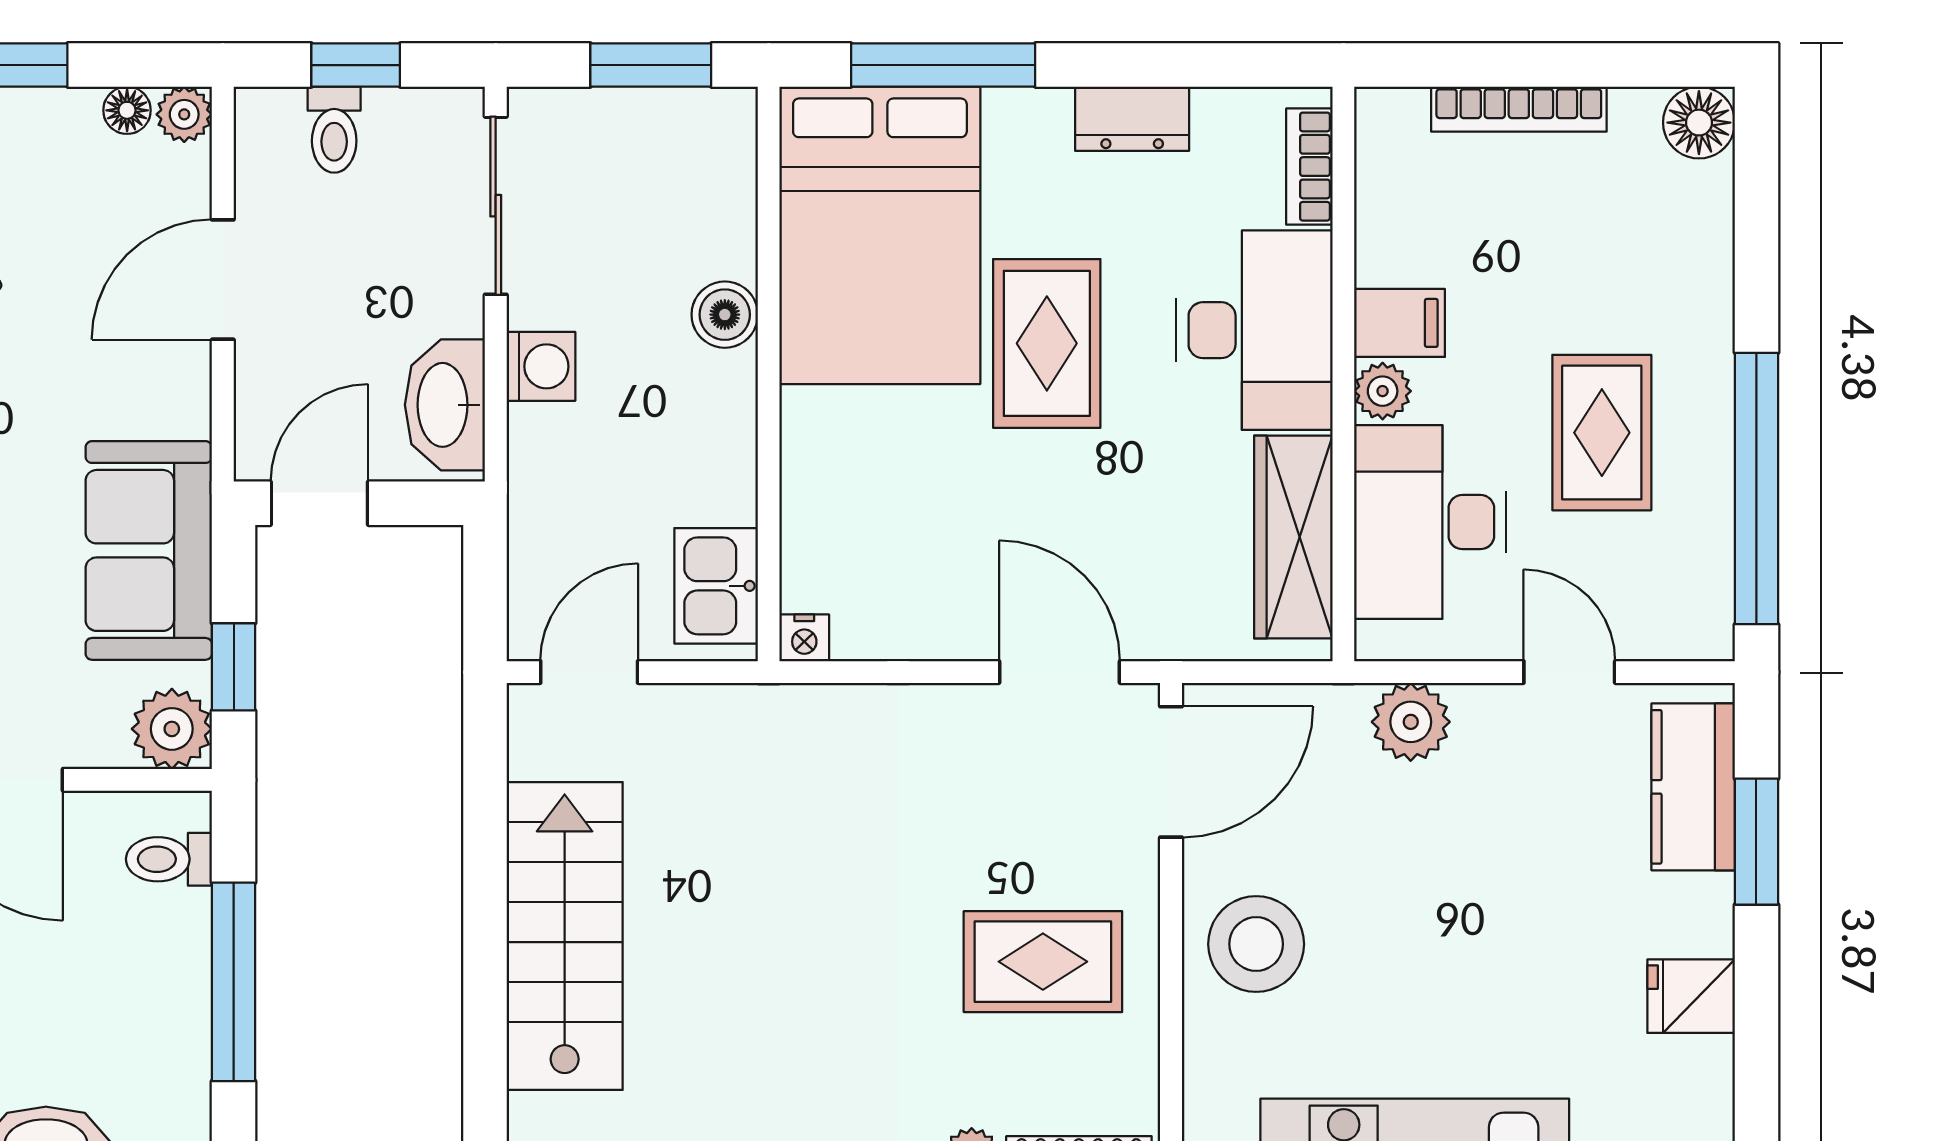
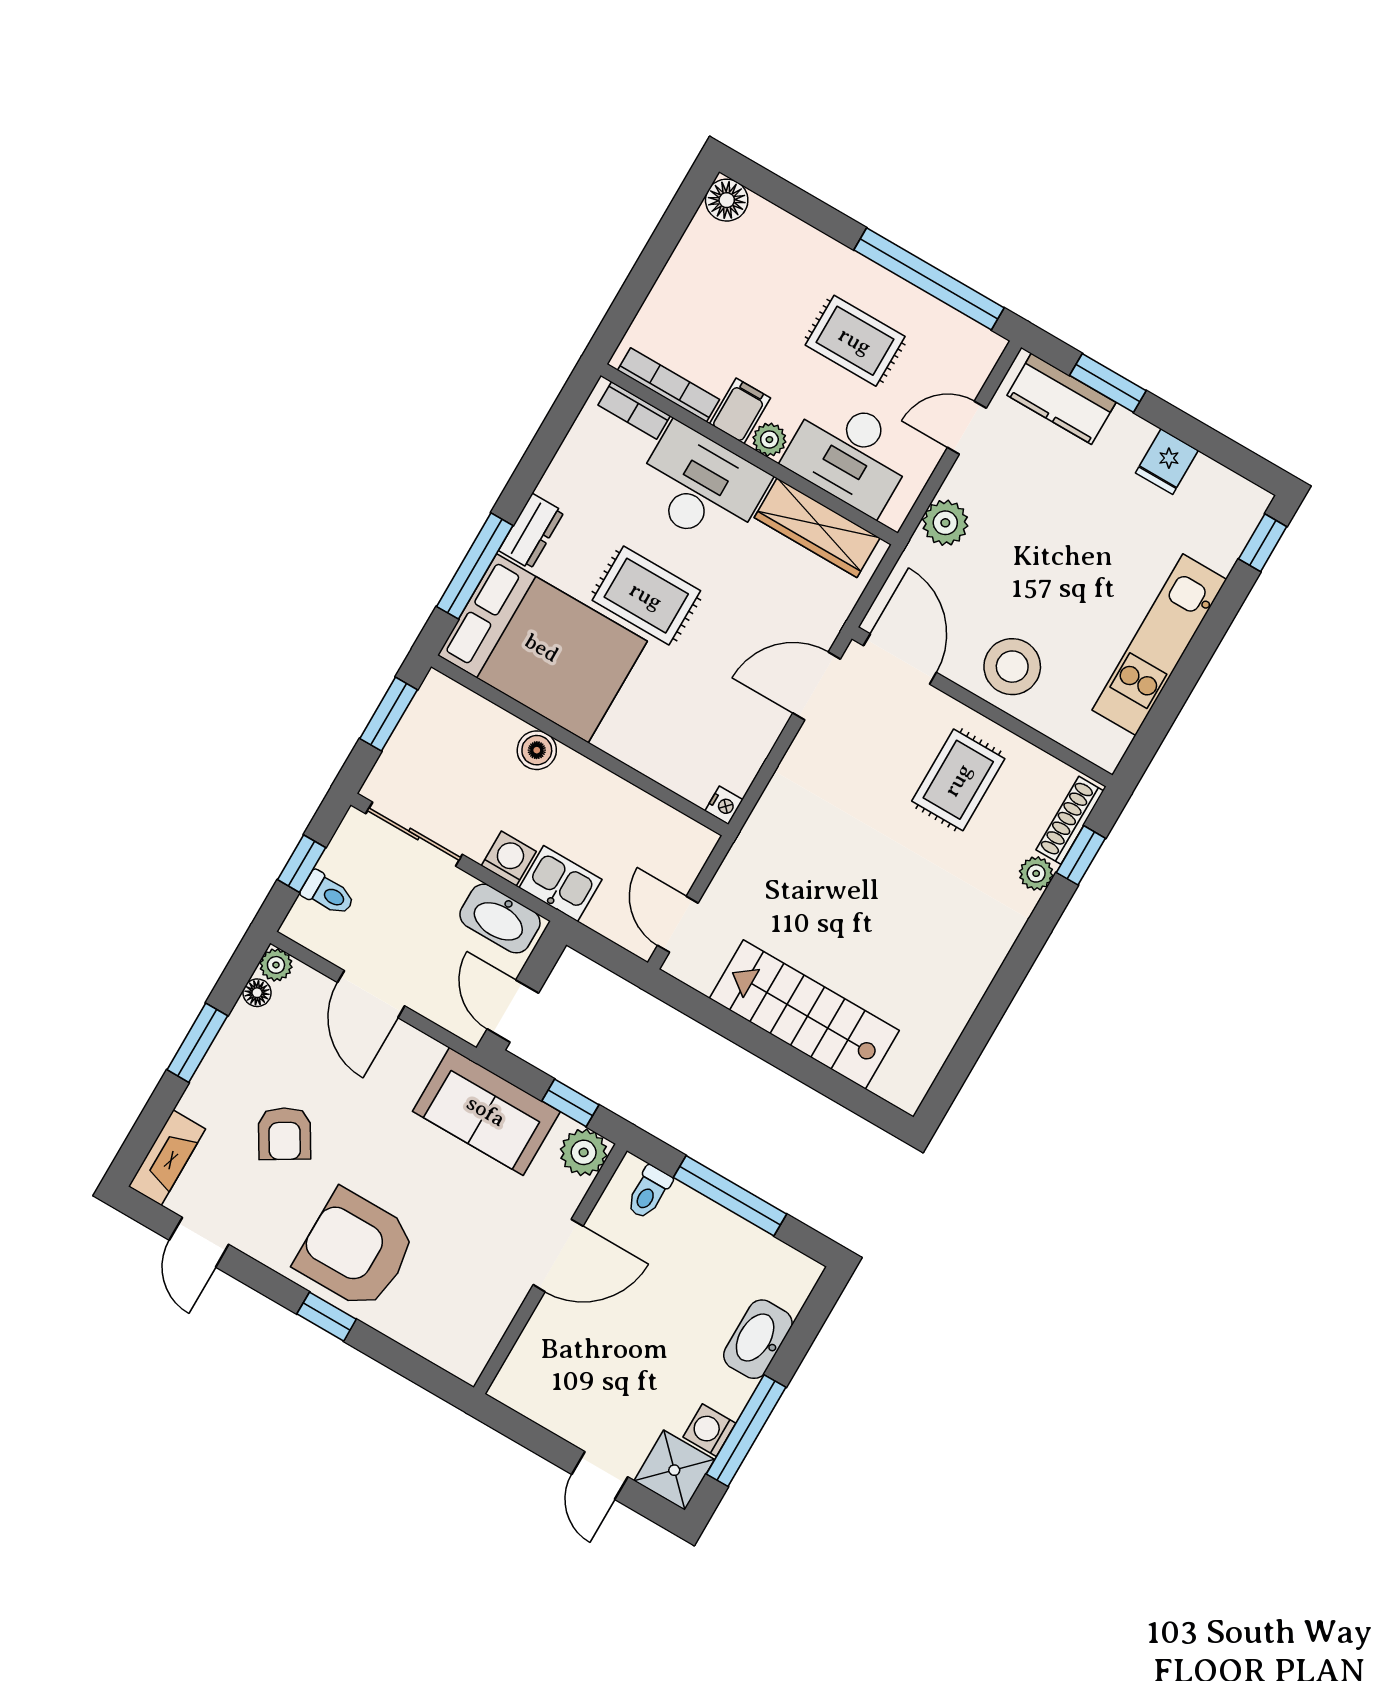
bookcase: (1519, 109) -> (669, 385), moved, turned -90
dresser: (1132, 119) -> (531, 531), moved
kitchen sink: (716, 586) -> (561, 884), moved, turned 180

